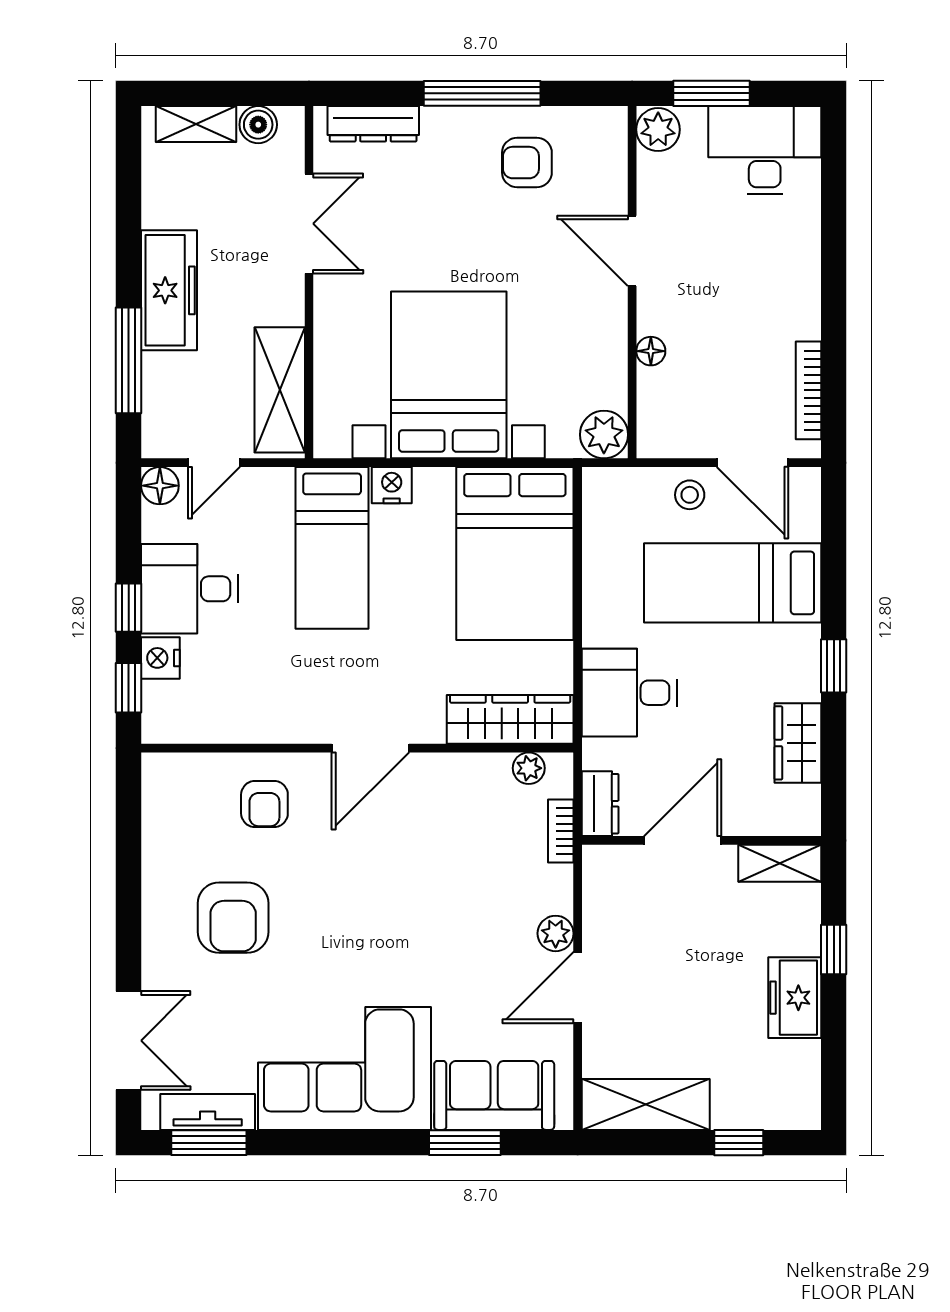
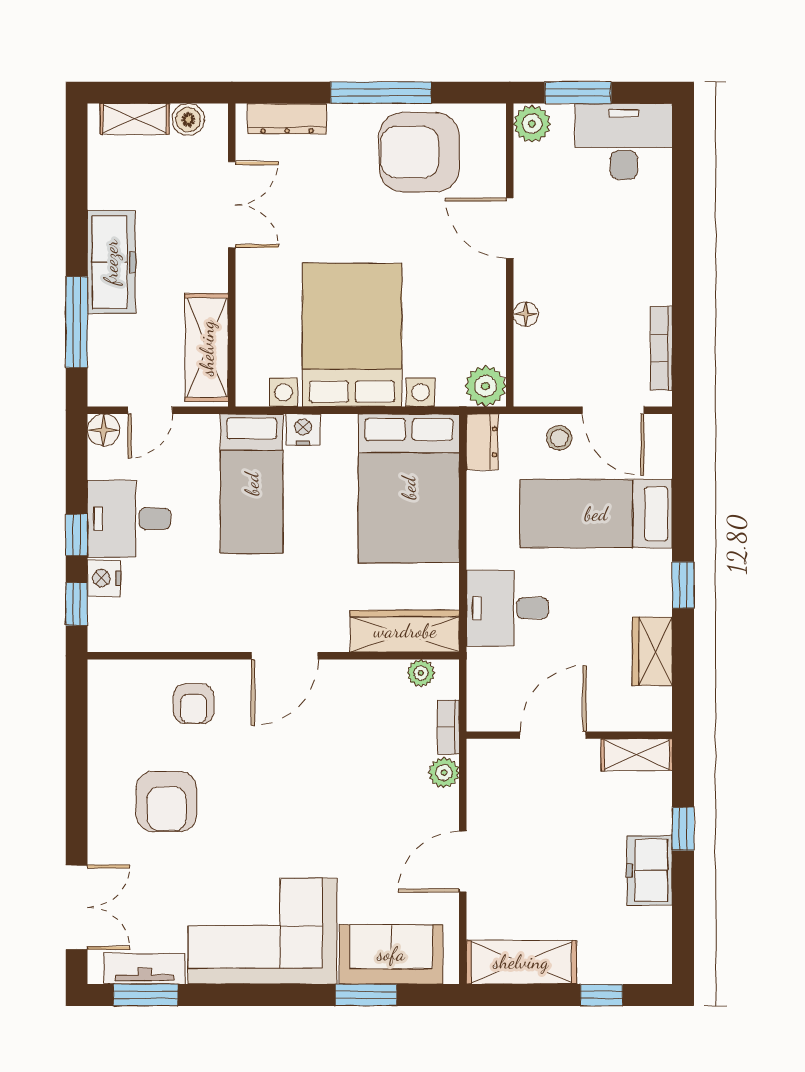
armchair: (527, 163) -> (419, 152), width x1.88, depth x1.88
dresser: (600, 804) -> (482, 442), moved
plant: (556, 933) -> (444, 773), moved

